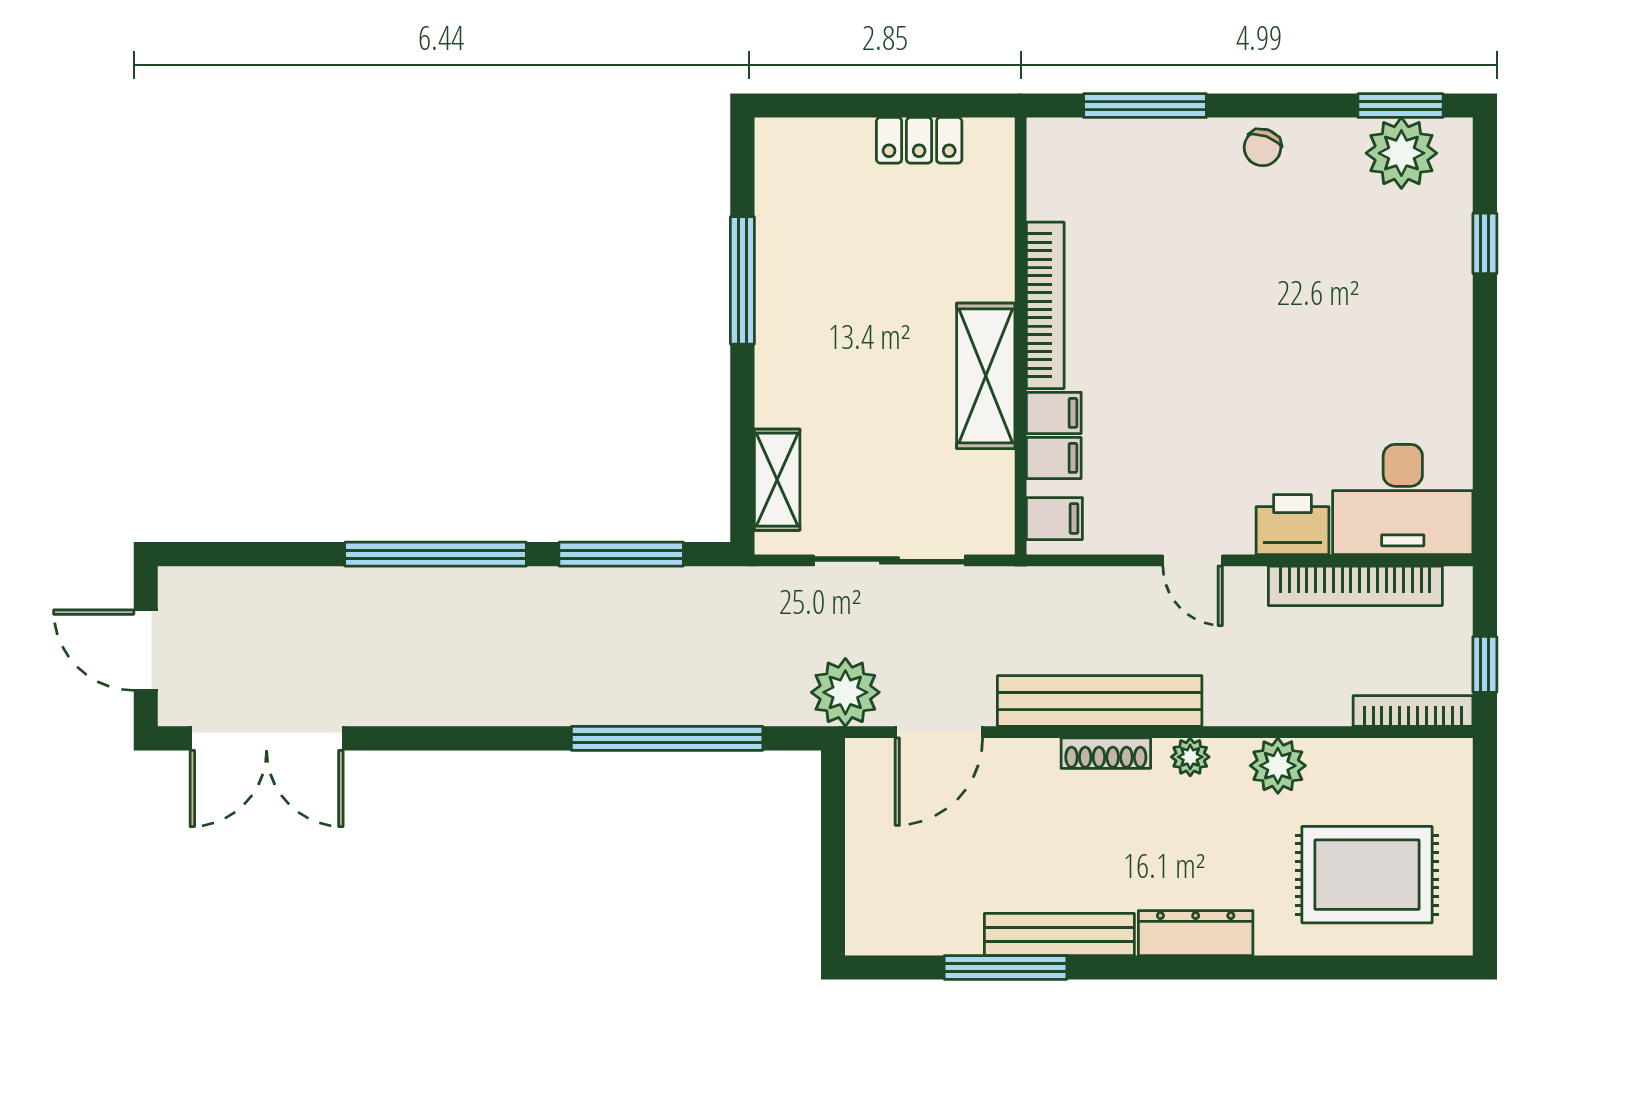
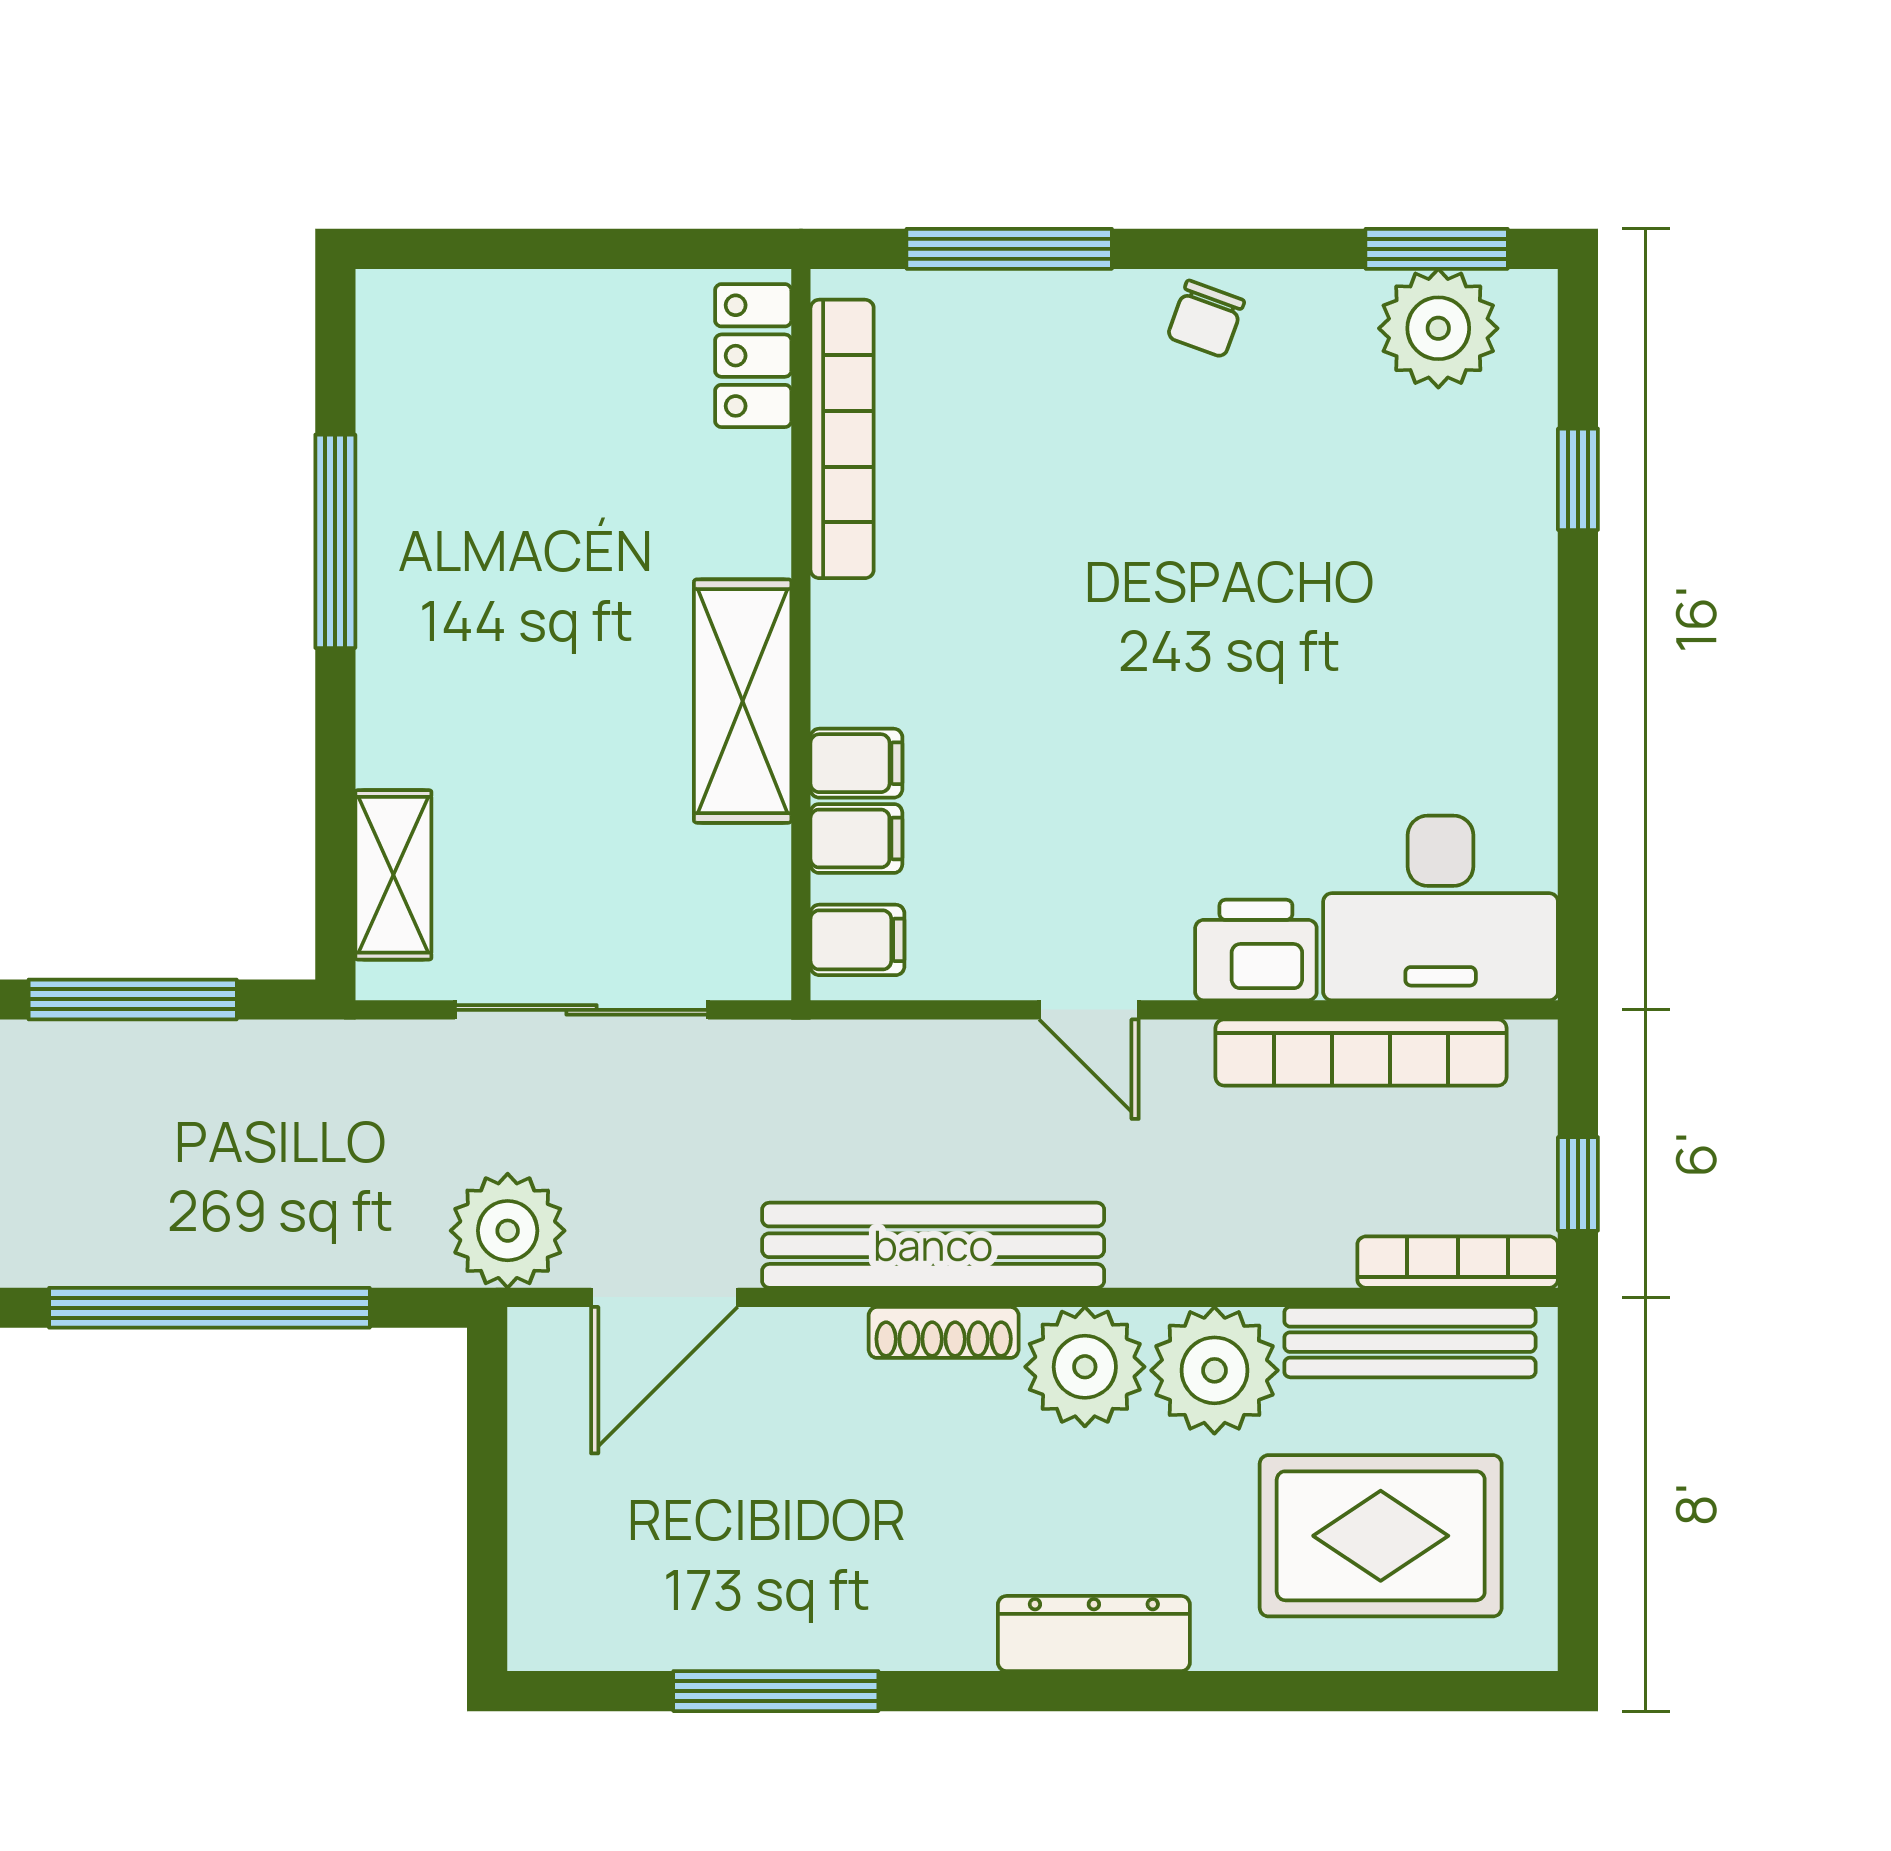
locker: (919, 140) -> (753, 356), moved, turned 90
bookcase: (1045, 305) -> (842, 439), moved
plant: (1190, 757) -> (1085, 1367), width x1.88, depth x1.88
plant: (1278, 766) -> (1214, 1370), width x1.36, depth x1.36
bench: (1059, 934) -> (1410, 1342), moved

